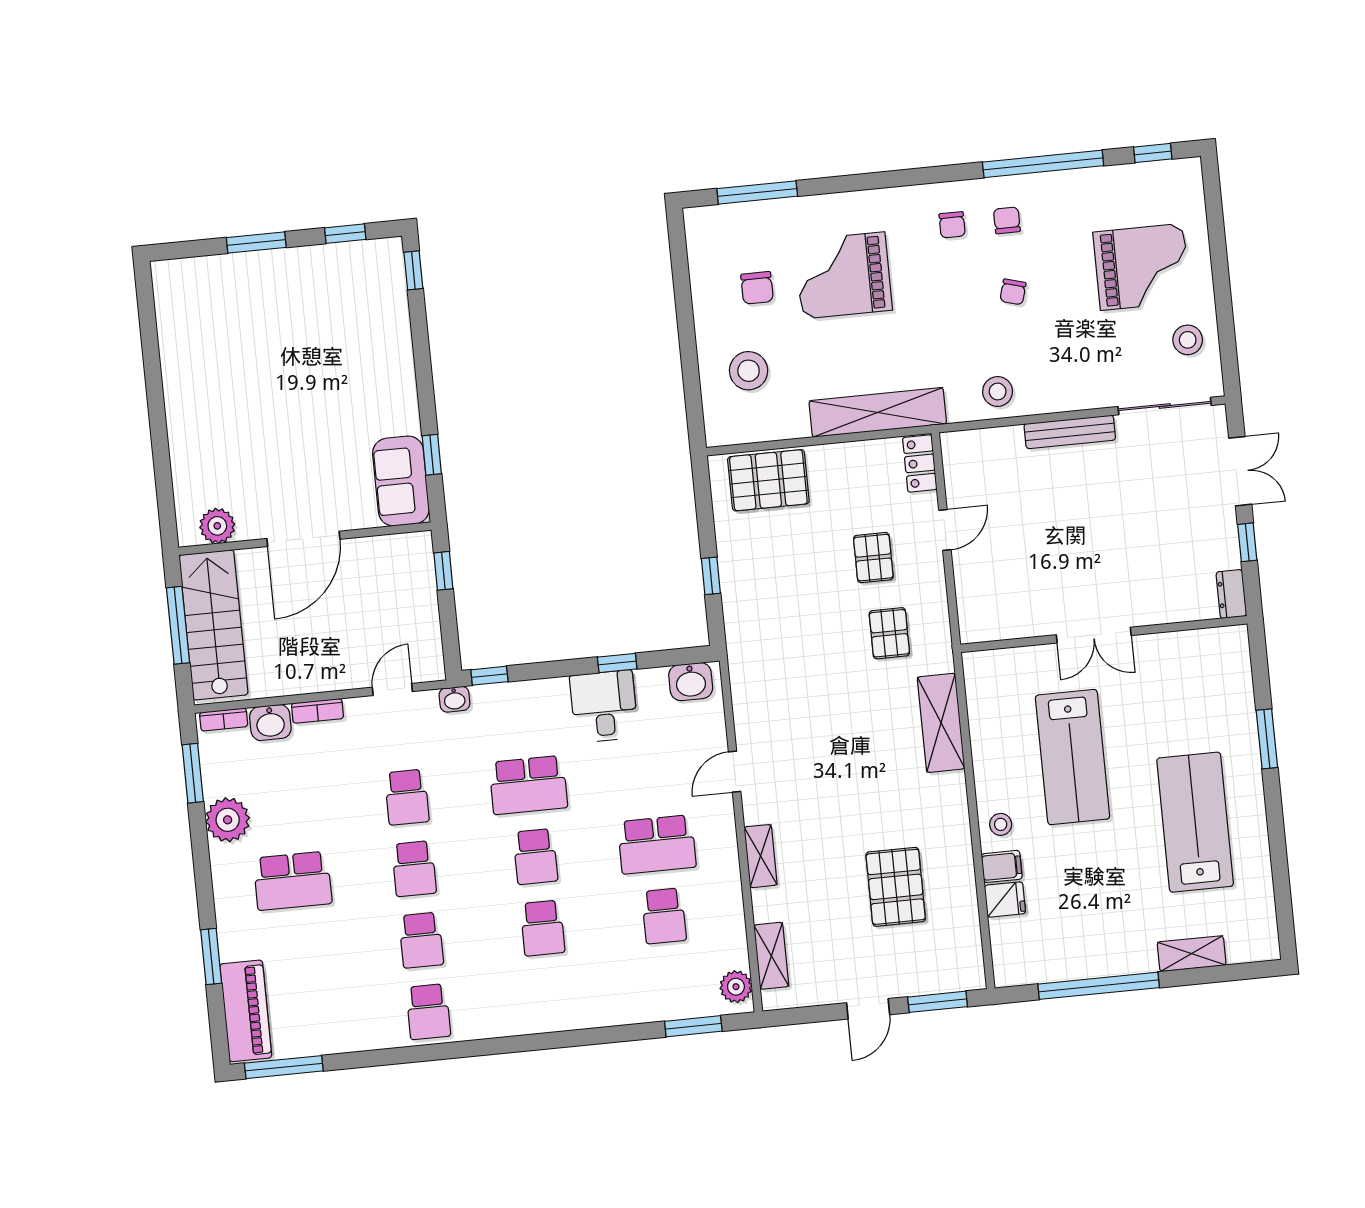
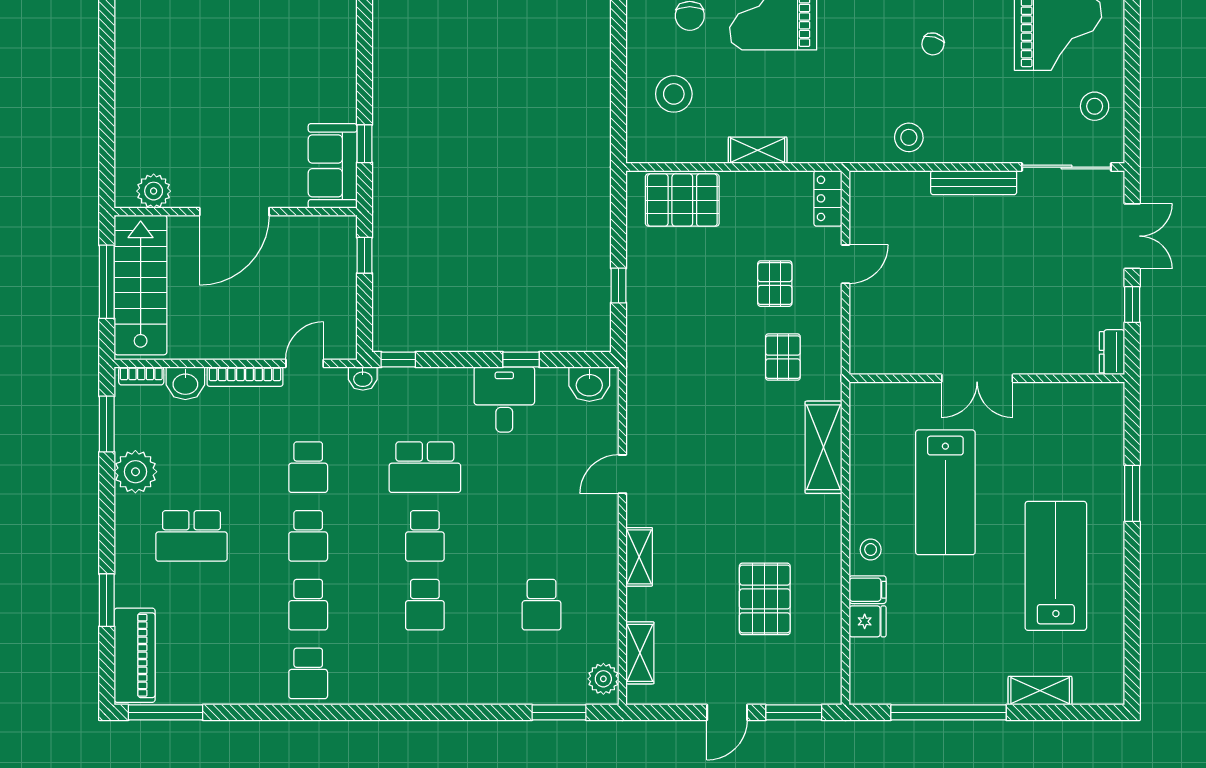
shelving: (878, 412) -> (758, 150), width x0.45, depth x0.75
bookcase: (317, 711) -> (245, 377), width x1.56
school desk: (657, 844) -> (542, 536), removed

